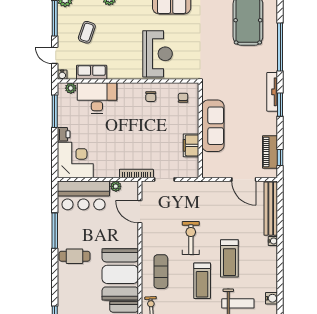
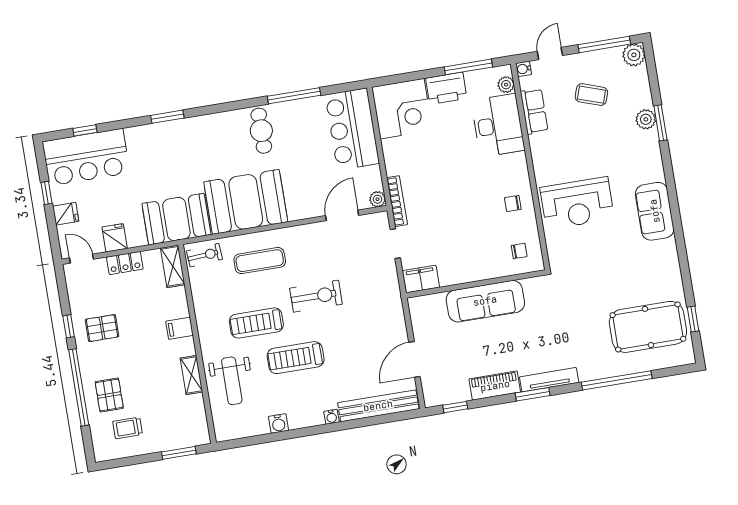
printer: (64, 134) -> (446, 88), width x1.87, depth x1.48
filing cabinet: (191, 145) -> (421, 279), moved
piano: (270, 152) -> (495, 386), moved
plant: (116, 186) -> (377, 199), moved
water cooler: (272, 298) -> (279, 424), moved

